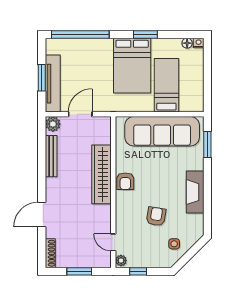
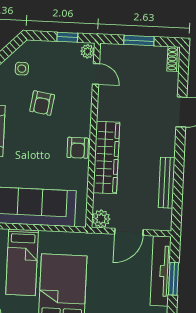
plant: (53, 124) -> (101, 219), moved
armchair: (125, 181) -> (78, 148), turned 180
shoe rack: (50, 253) -> (174, 59), width x0.70

